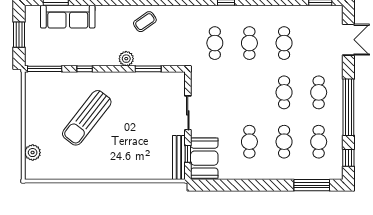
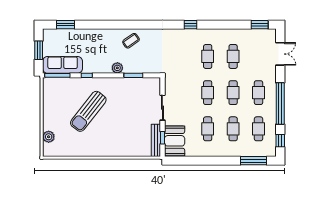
sofa: (68, 17) -> (63, 65), moved, turned 180
cafe table: (215, 43) -> (208, 93), moved

